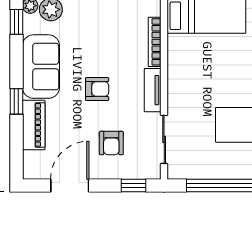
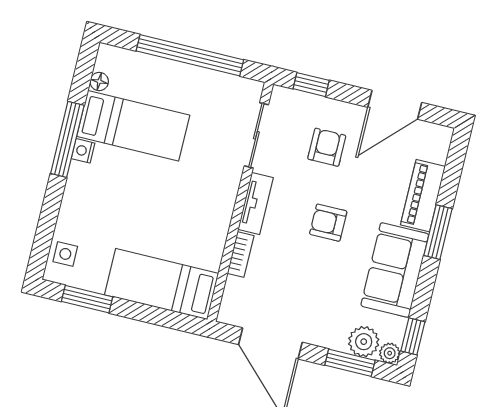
bookcase: (155, 42) -> (241, 254), width x0.64
window: (16, 101) -> (438, 232), width x1.50

